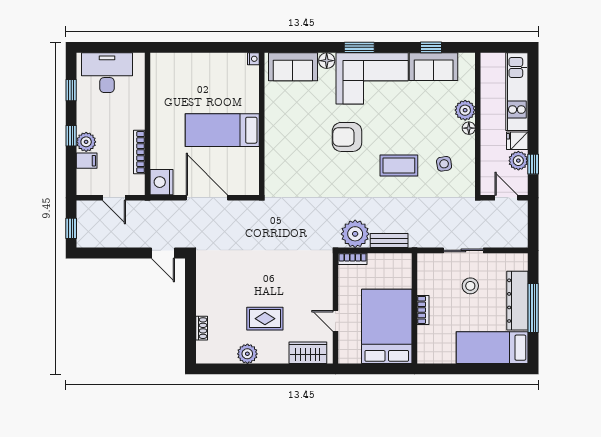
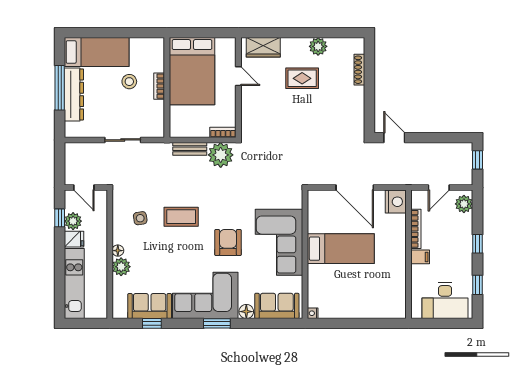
corner sofa: (290, 137) -> (279, 242), added
armchair: (347, 137) -> (228, 242), turned -90
plant: (86, 142) -> (464, 204), moved
filing cabinet: (87, 161) -> (420, 257), moved, turned 180
door: (114, 198) -> (439, 188), swing flipped
stool: (470, 286) -> (129, 82), moved
shoe rack: (202, 328) -> (359, 70), width x1.43

